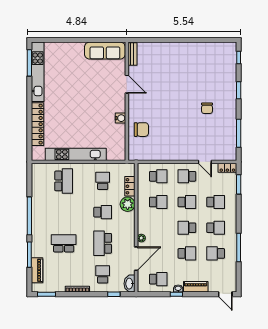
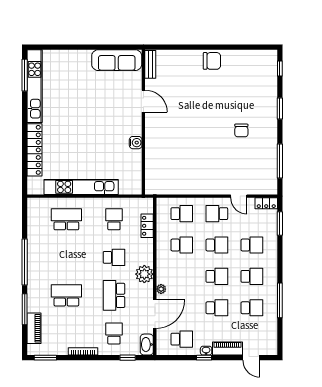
chair: (141, 130) -> (212, 61), moved
school desk: (64, 181) -> (66, 219), turned -90
plant: (128, 204) -> (144, 274), moved
school desk: (187, 228) -> (217, 276), turned 180
school desk: (216, 253) -> (252, 308), turned 180
door: (225, 294) -> (251, 358), moved

